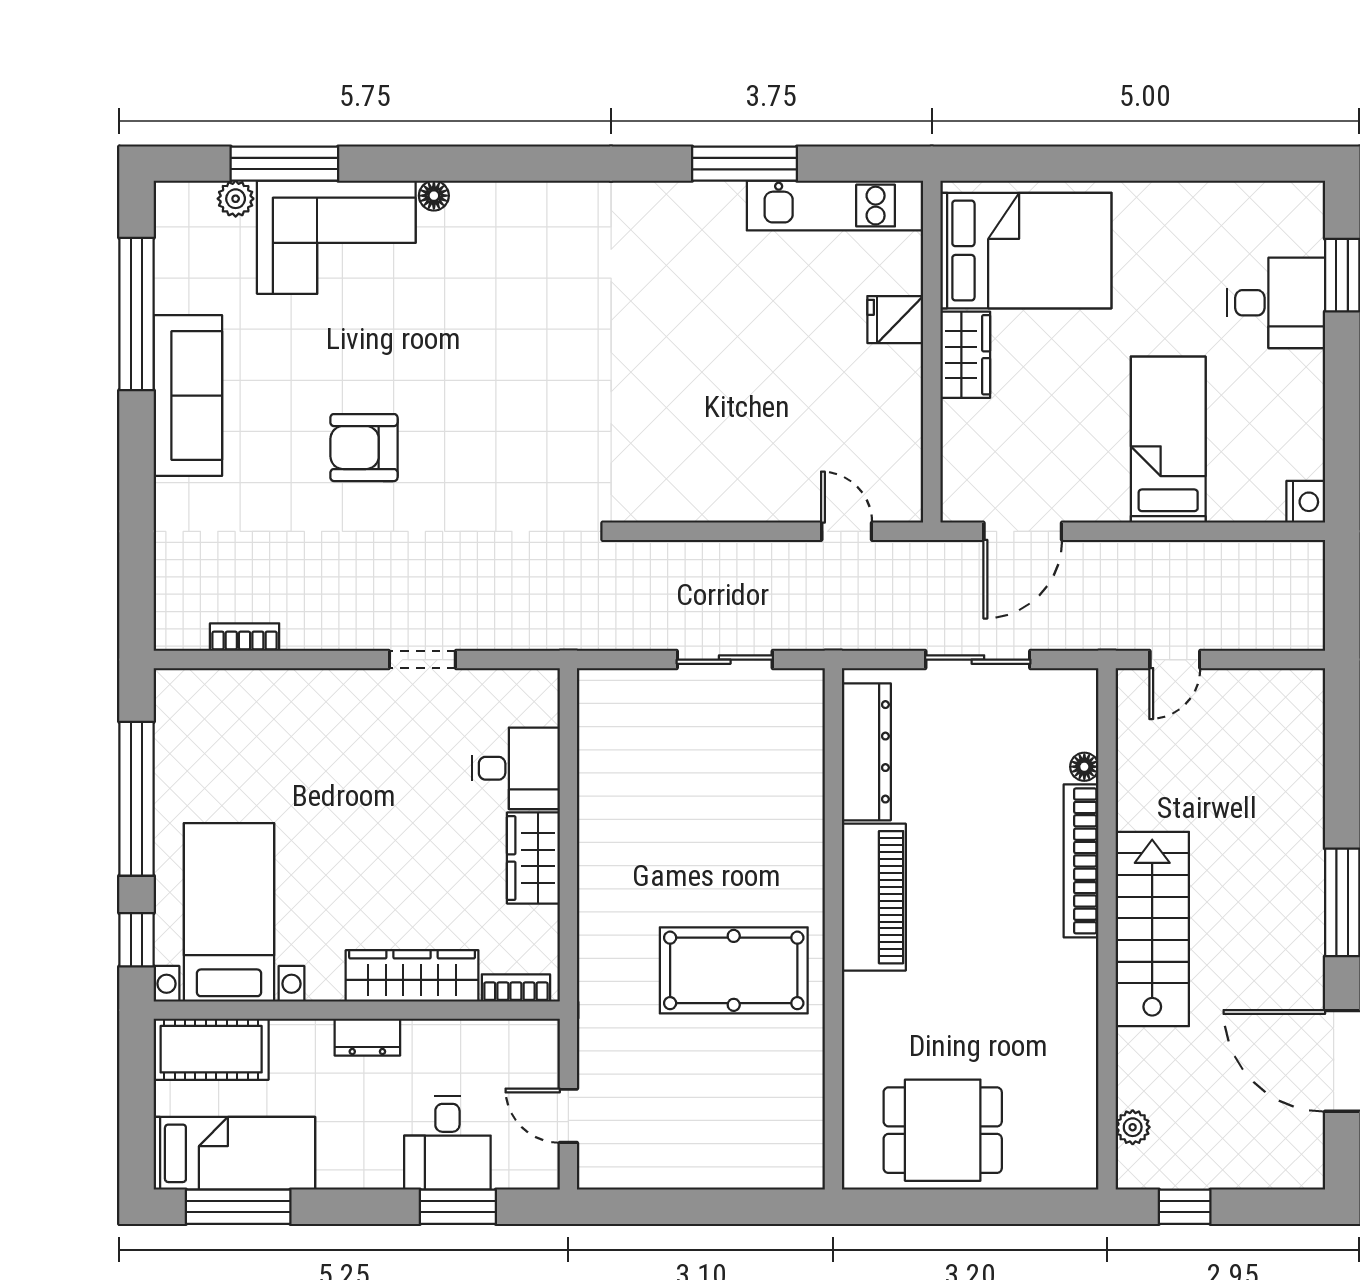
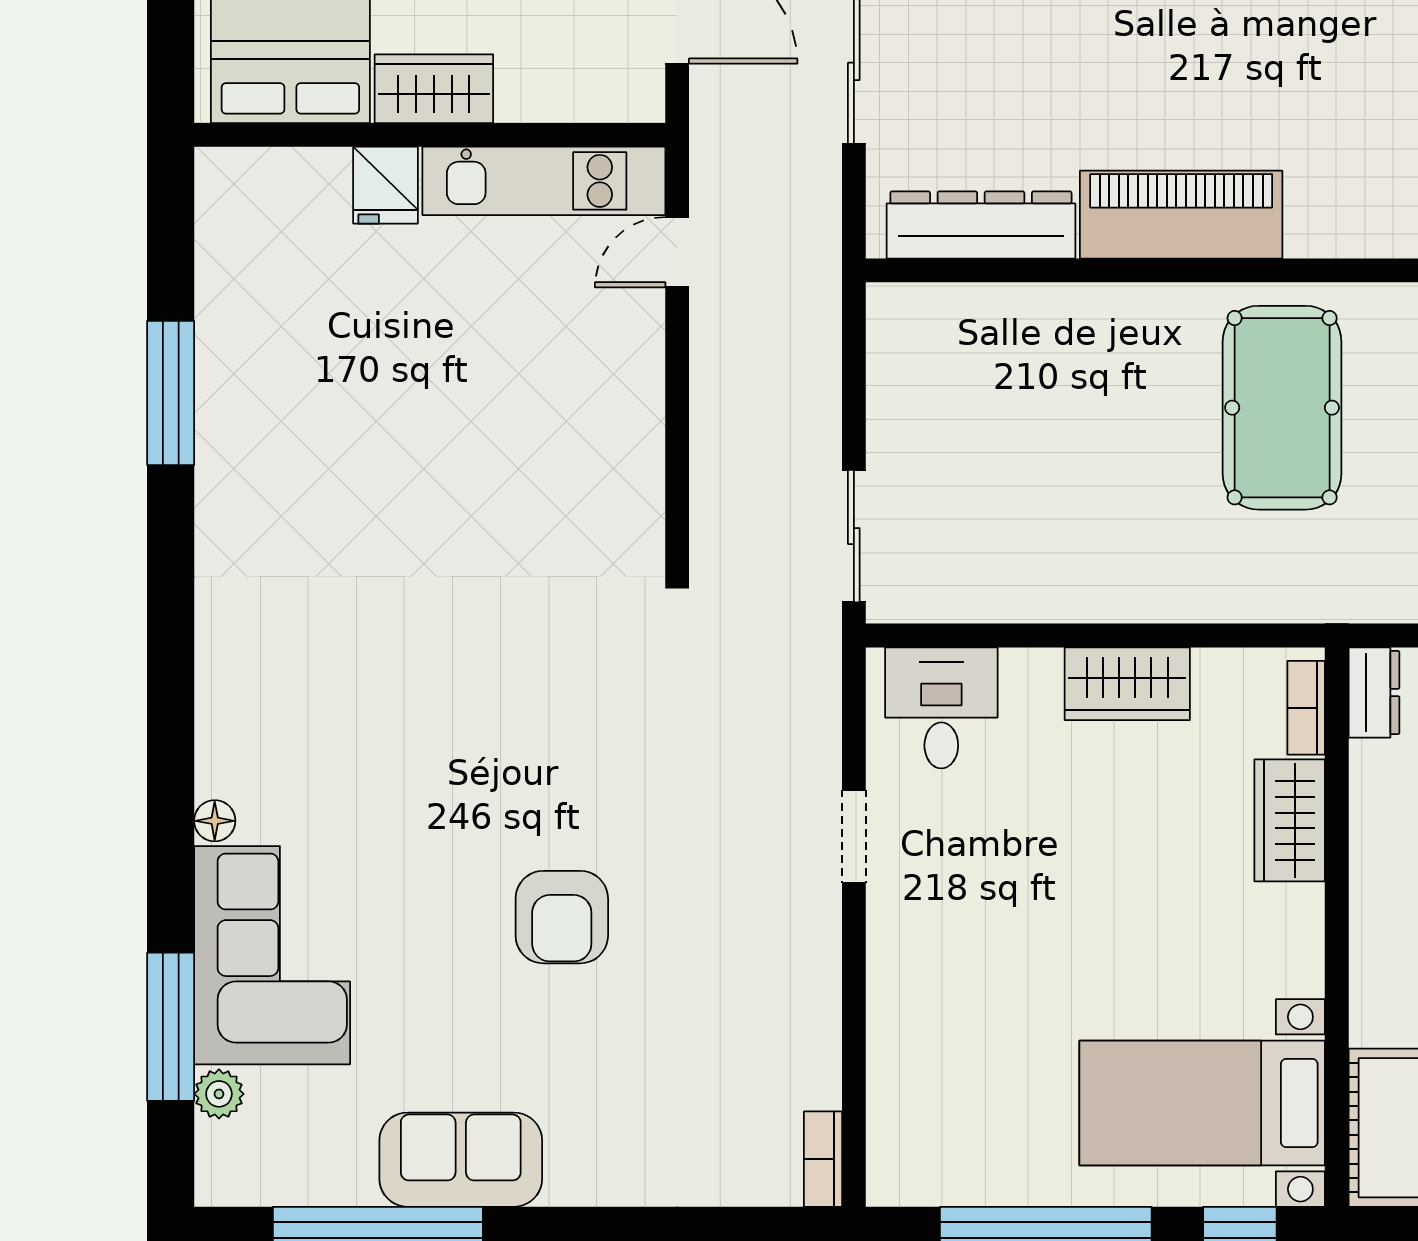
kitchen unit: (835, 206) -> (544, 181), moved, turned 90
sofa: (188, 396) -> (461, 1160), width x0.73
bookcase: (245, 637) -> (823, 1159), moved
sliding door: (725, 660) -> (854, 536), moved
desk: (516, 768) -> (941, 708), moved
wardrobe: (412, 976) -> (1290, 820), width x0.67
dresser: (367, 1037) -> (1374, 693), moved

